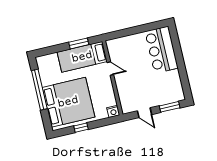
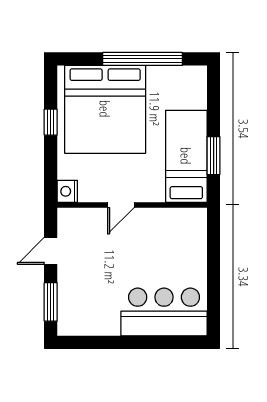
door: (110, 68) -> (121, 205), moved

